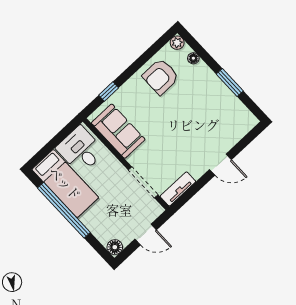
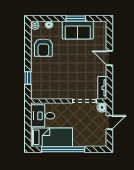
sofa: (118, 131) -> (78, 30), moved, turned 180
door: (220, 165) -> (109, 58), swing flipped
floor lamp: (115, 247) -> (102, 107), moved

